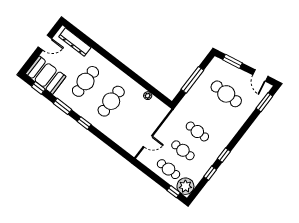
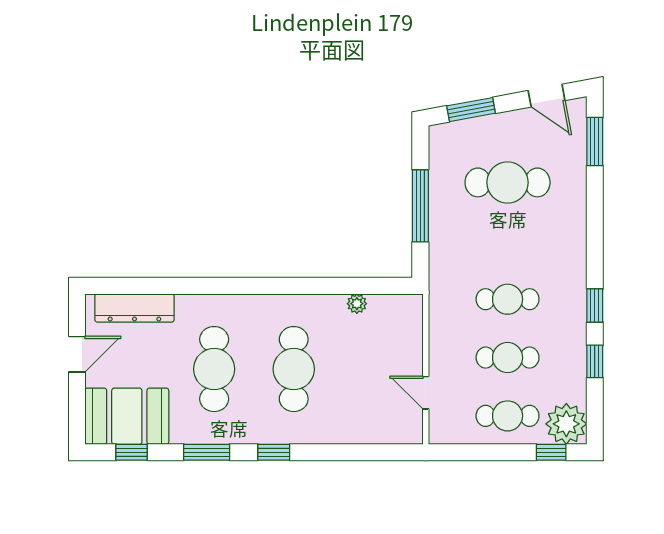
door: (148, 141) -> (426, 393), swing flipped

